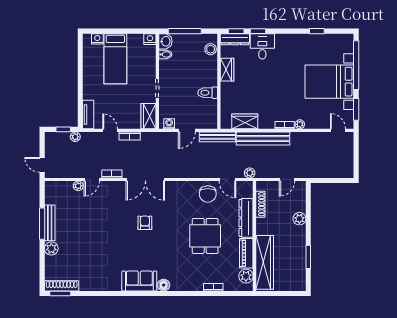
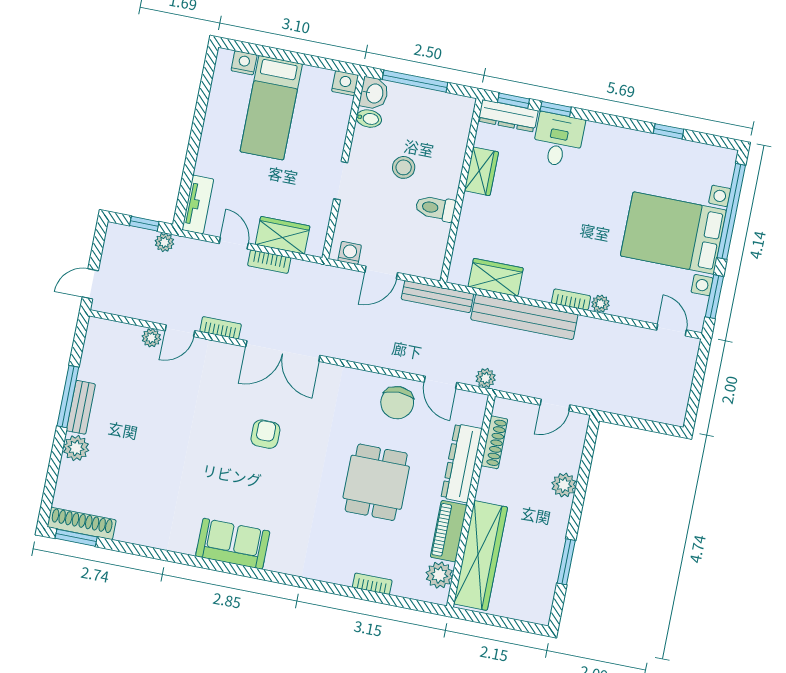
stool: (211, 49) -> (404, 167), moved
wardrobe: (149, 116) -> (283, 235), moved, turned 90
door: (42, 165) -> (90, 284), hinge flipped
bench: (50, 223) -> (81, 407), width x0.73
floor lamp: (164, 285) -> (278, 561), removed

